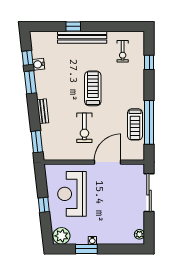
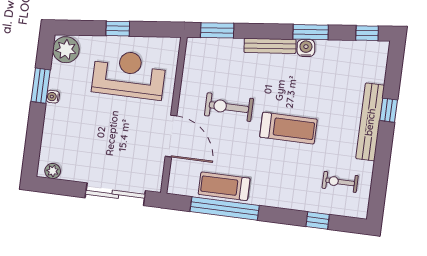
window: (28, 58) -> (367, 33), moved
water cooler: (38, 64) -> (306, 48), moved
bench: (43, 111) -> (270, 46), width x1.36

